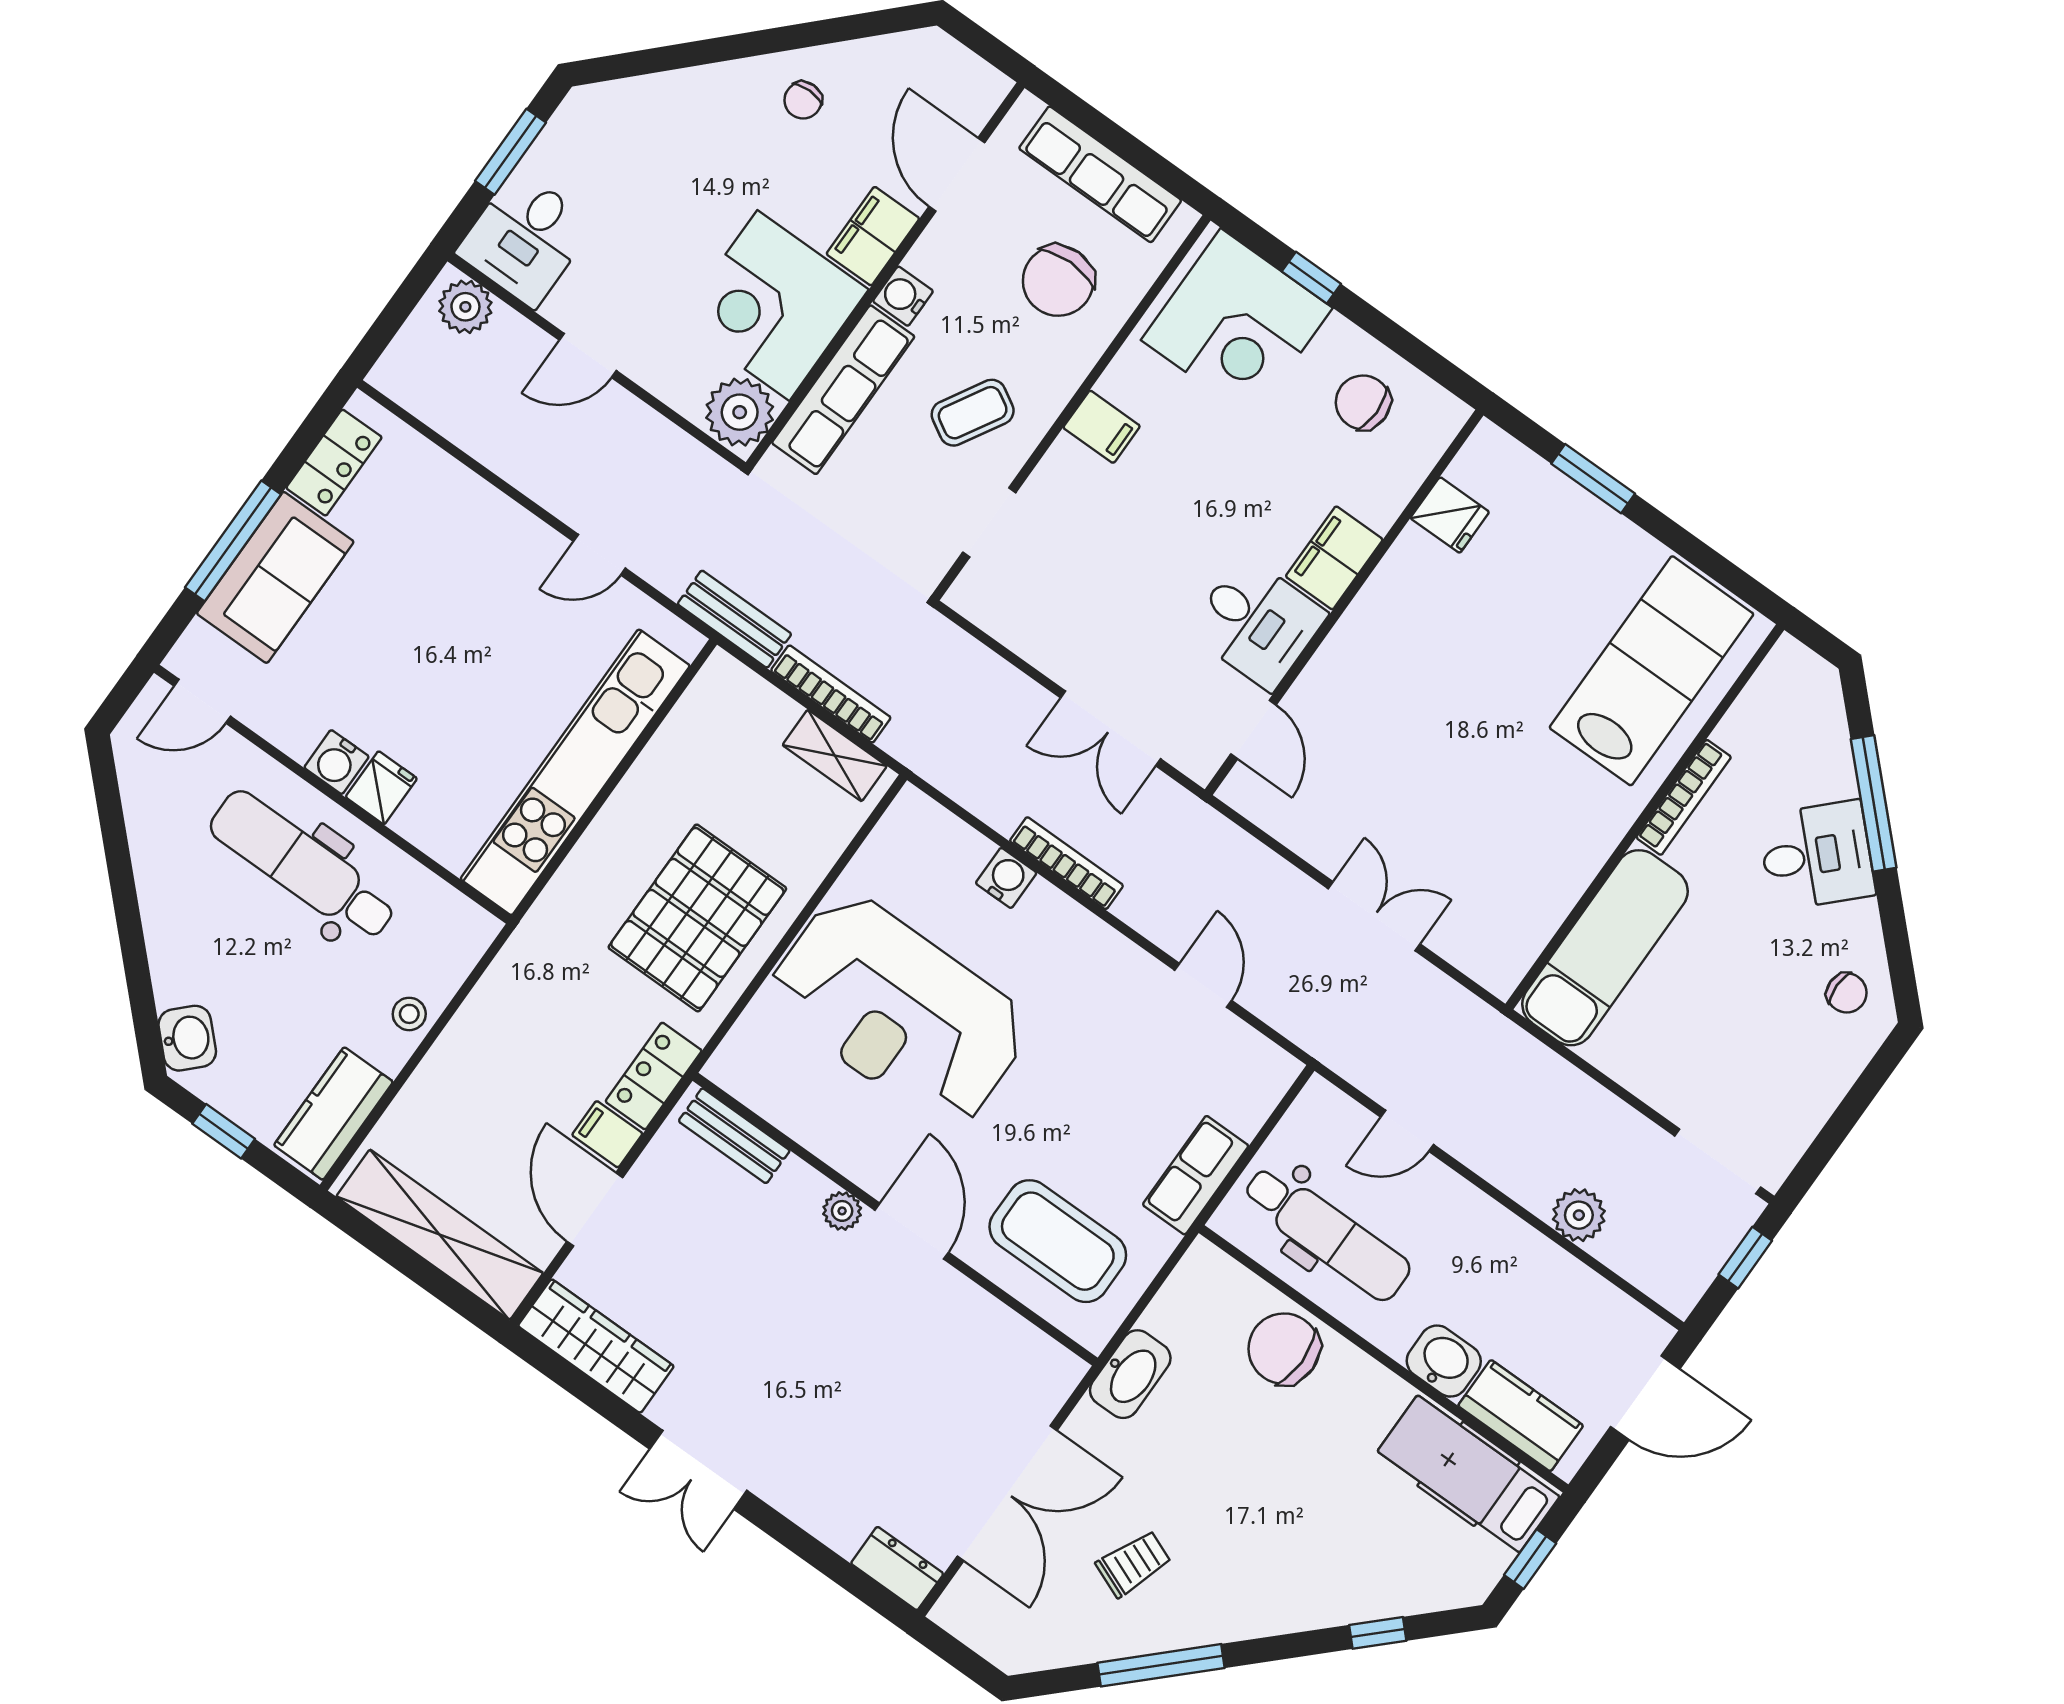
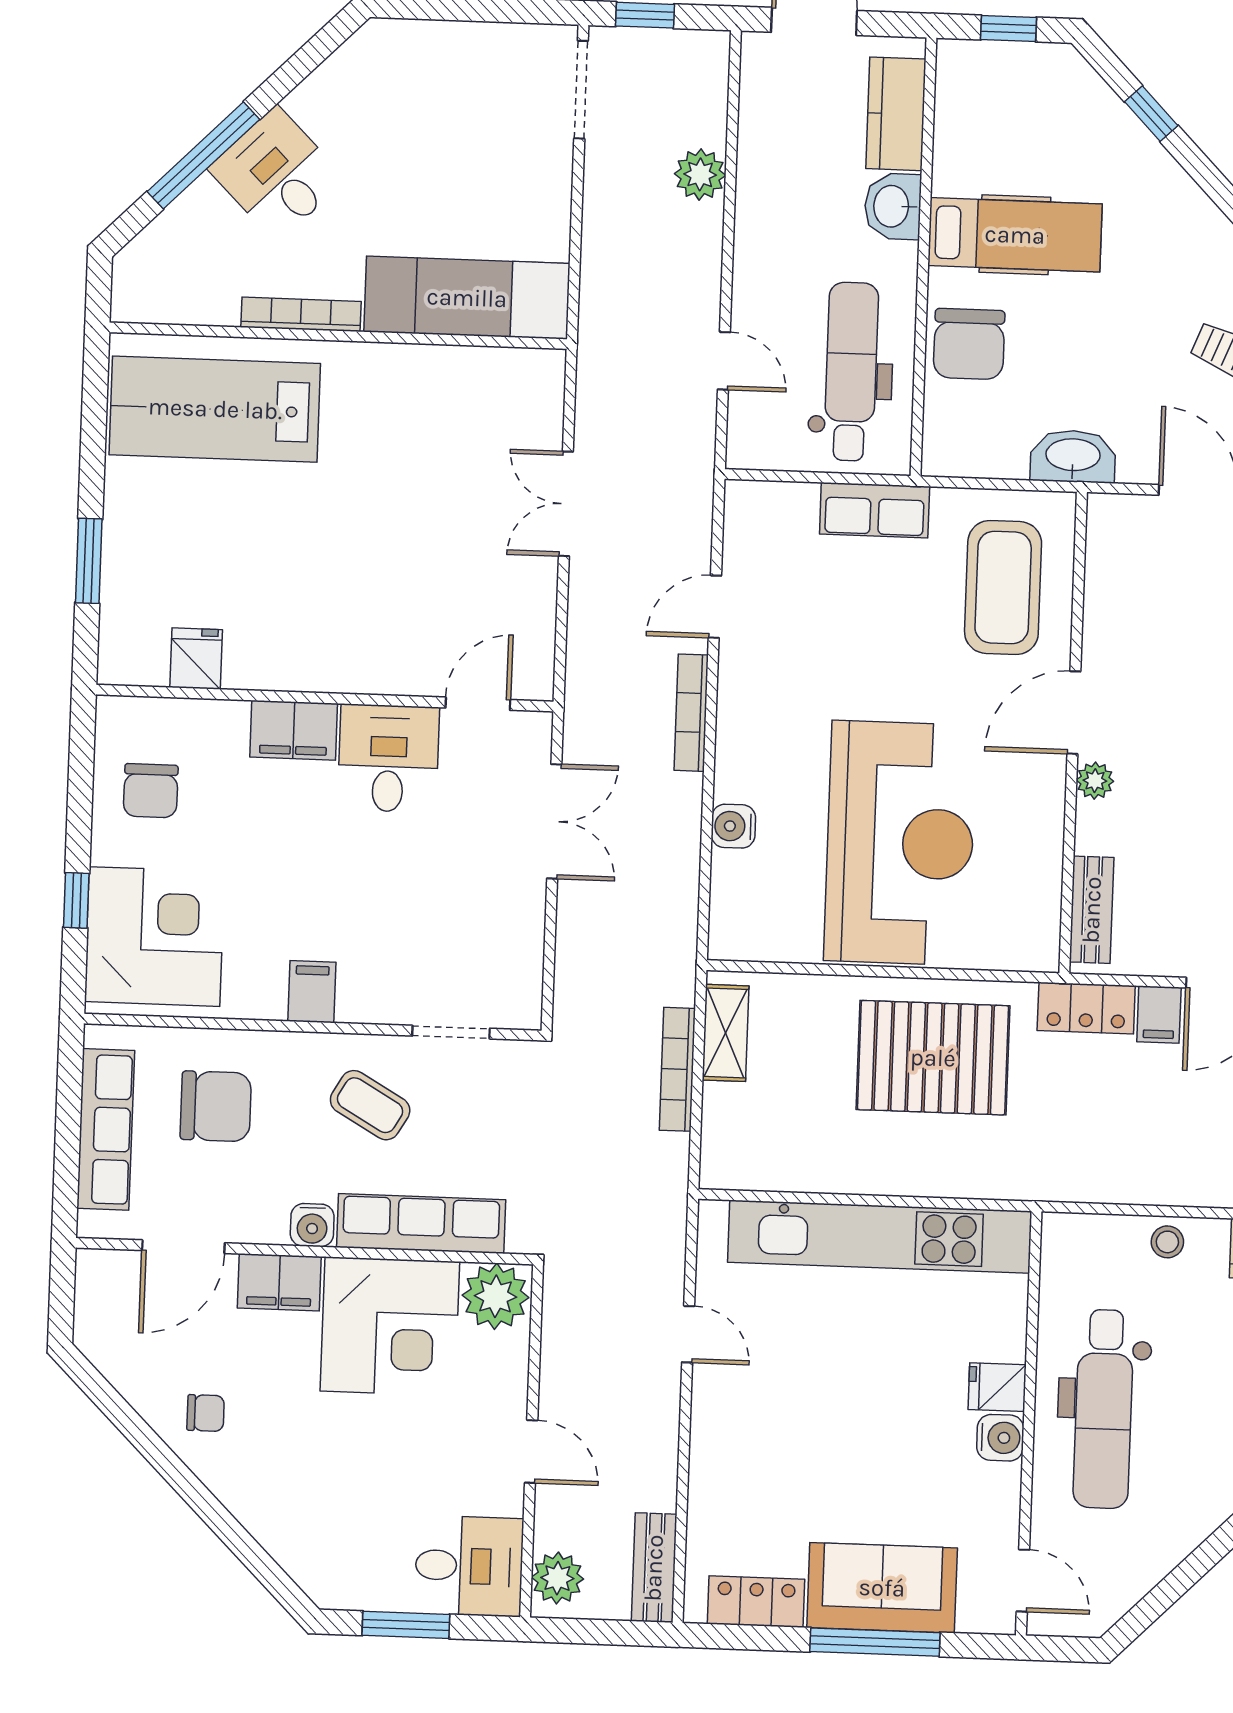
bench: (734, 619) -> (654, 1568), moved
bookcase: (1066, 863) -> (691, 713), moved
chair: (1847, 993) -> (373, 75), removed
hospital bed: (1469, 1474) -> (1015, 235), moved, turned -90

